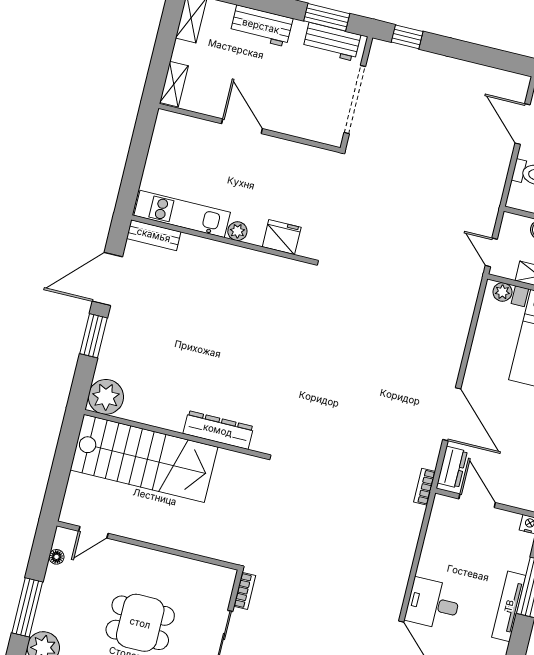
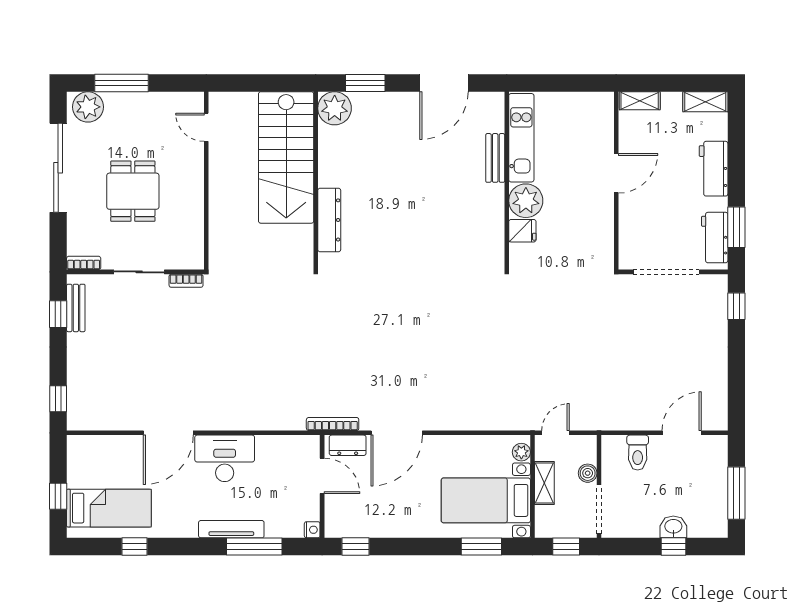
plant: (237, 231) -> (526, 201), width x1.88, depth x1.88
bench: (154, 235) -> (495, 158), moved
fridge: (282, 237) -> (522, 231), width x0.72
door: (107, 279) -> (444, 83), swing flipped
window: (93, 336) -> (365, 83), moved
bookcase: (425, 487) -> (333, 424), width x1.56
door: (477, 501) -> (322, 476), hinge flipped
floor lamp: (57, 557) -> (175, 99), removed
desk: (433, 604) -> (225, 458), width x1.37

